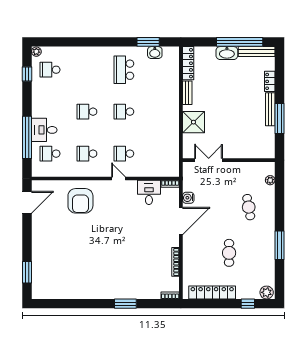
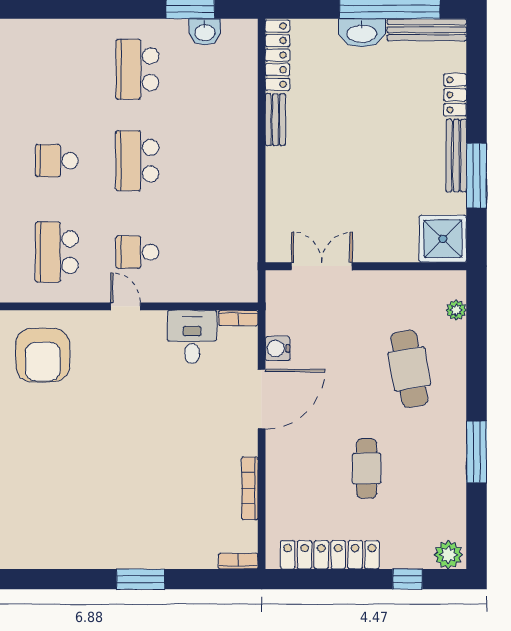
school desk: (124, 112) -> (137, 161), width x1.85
shower: (193, 122) -> (443, 239), moved
school desk: (87, 154) -> (57, 252), width x1.85
cafe table: (249, 207) -> (409, 369), width x1.37, depth x1.35

